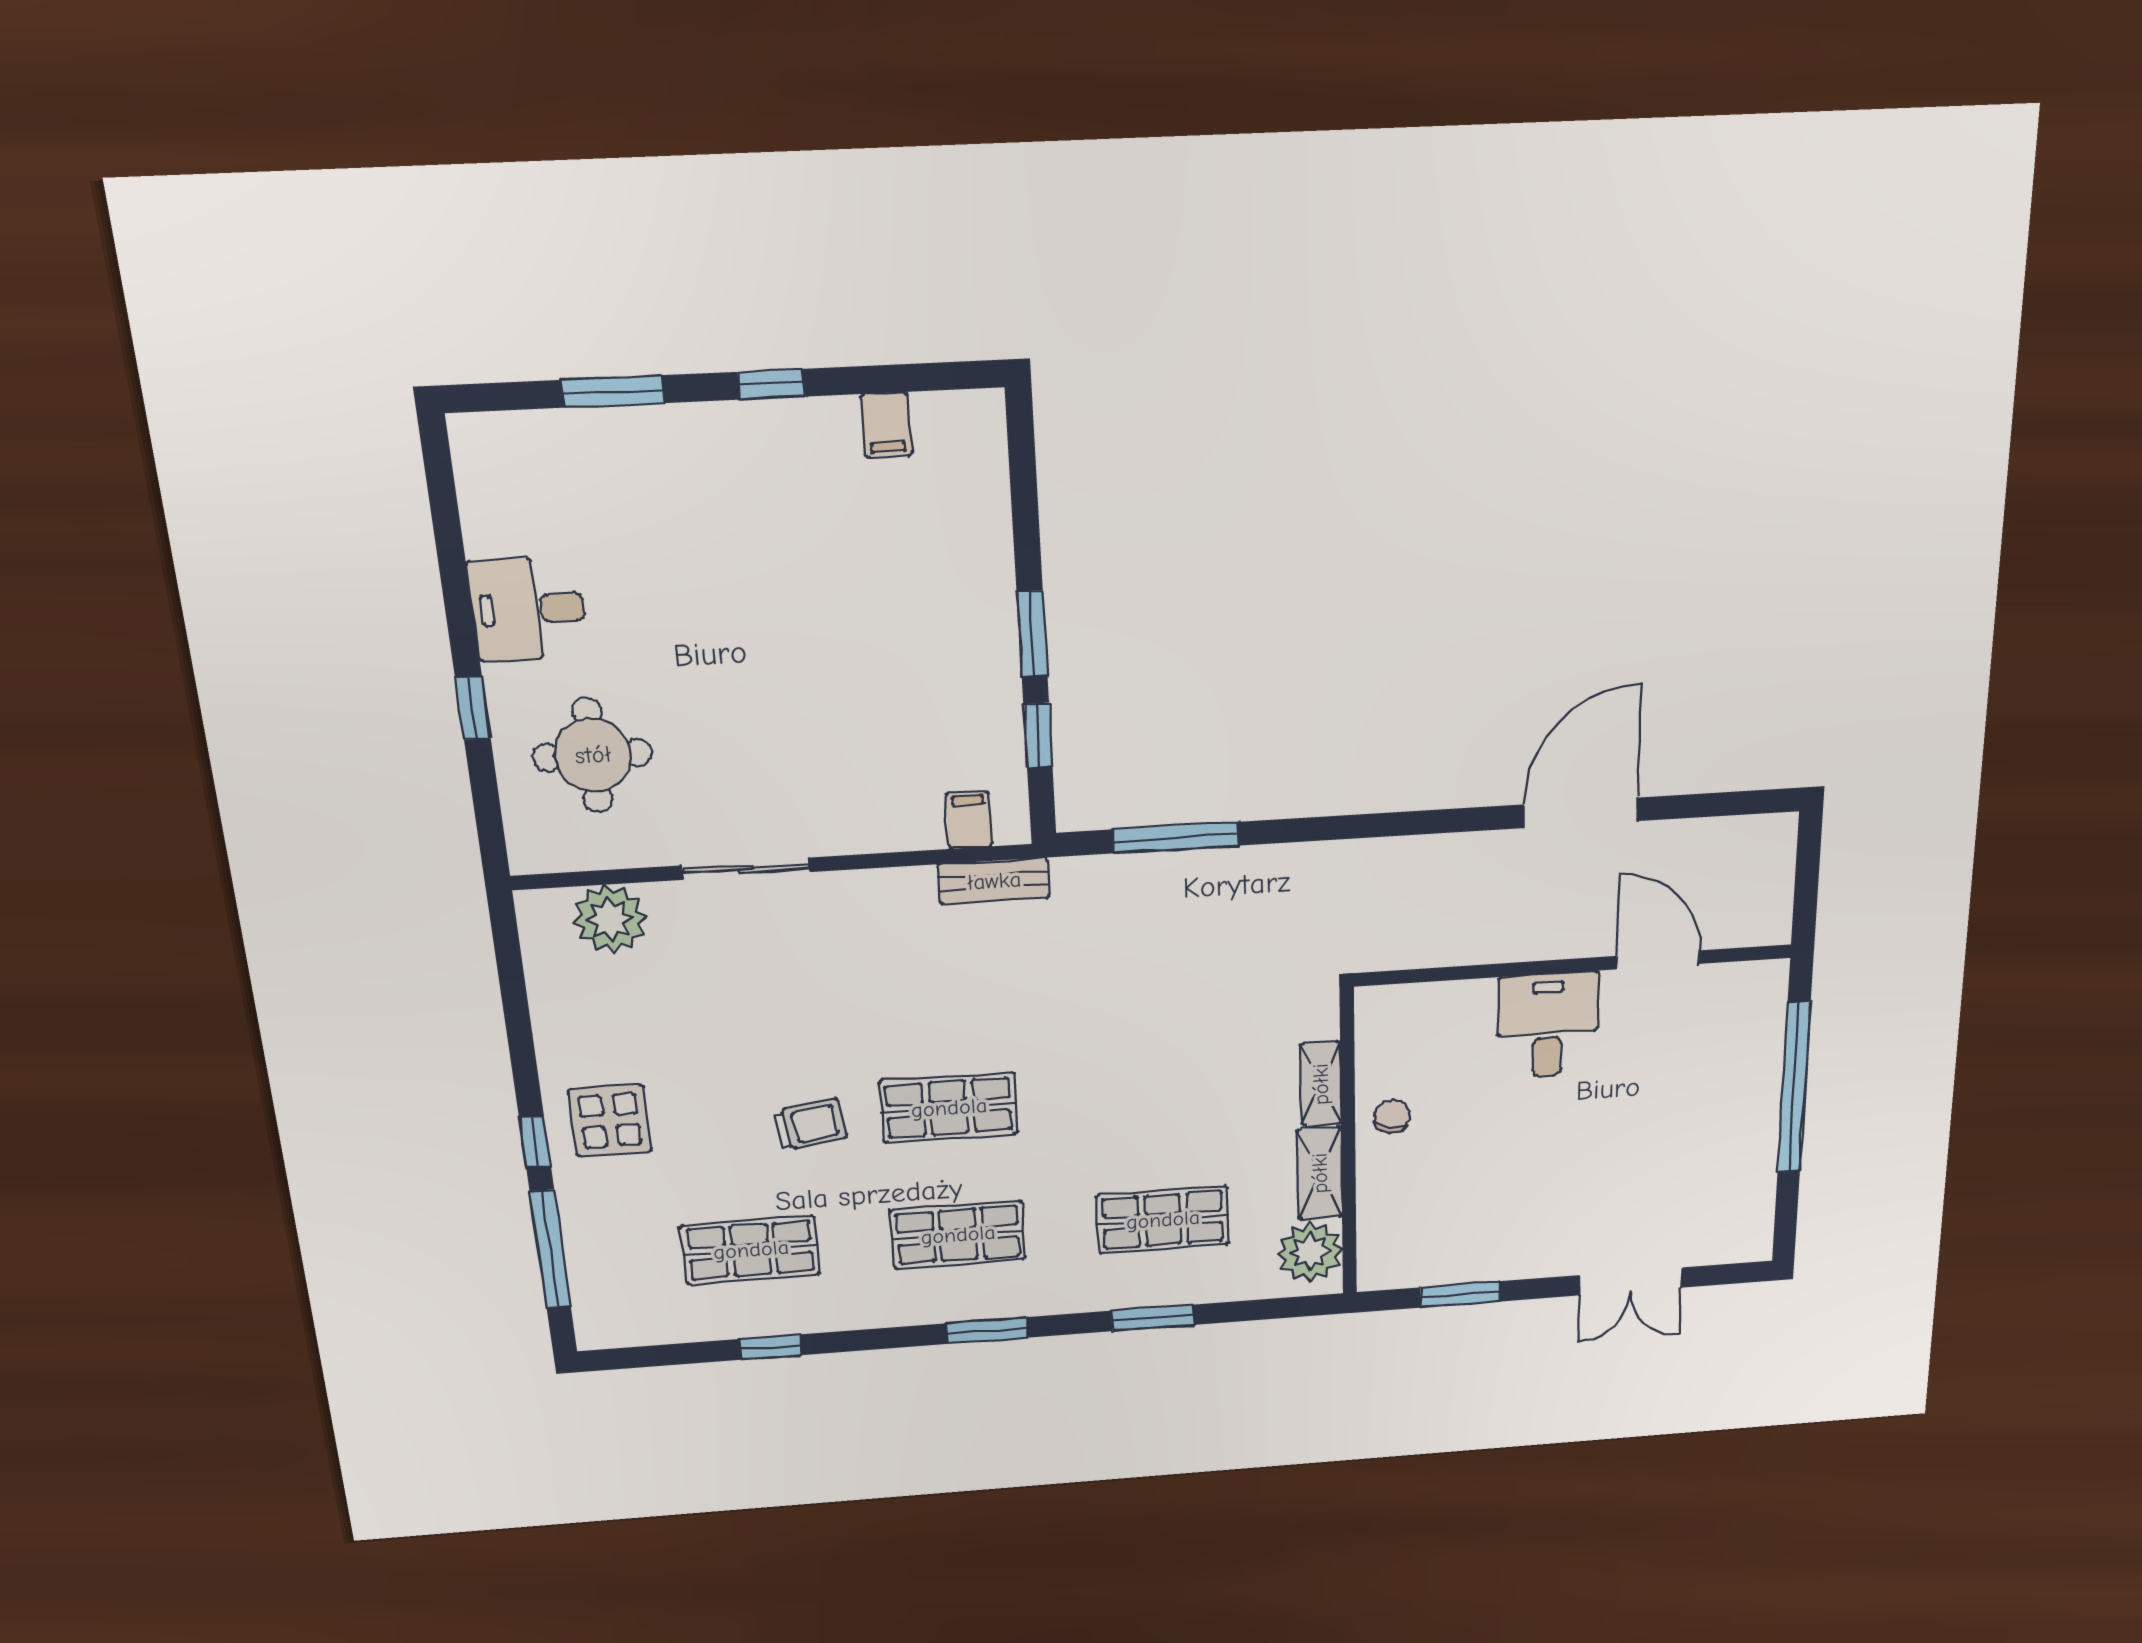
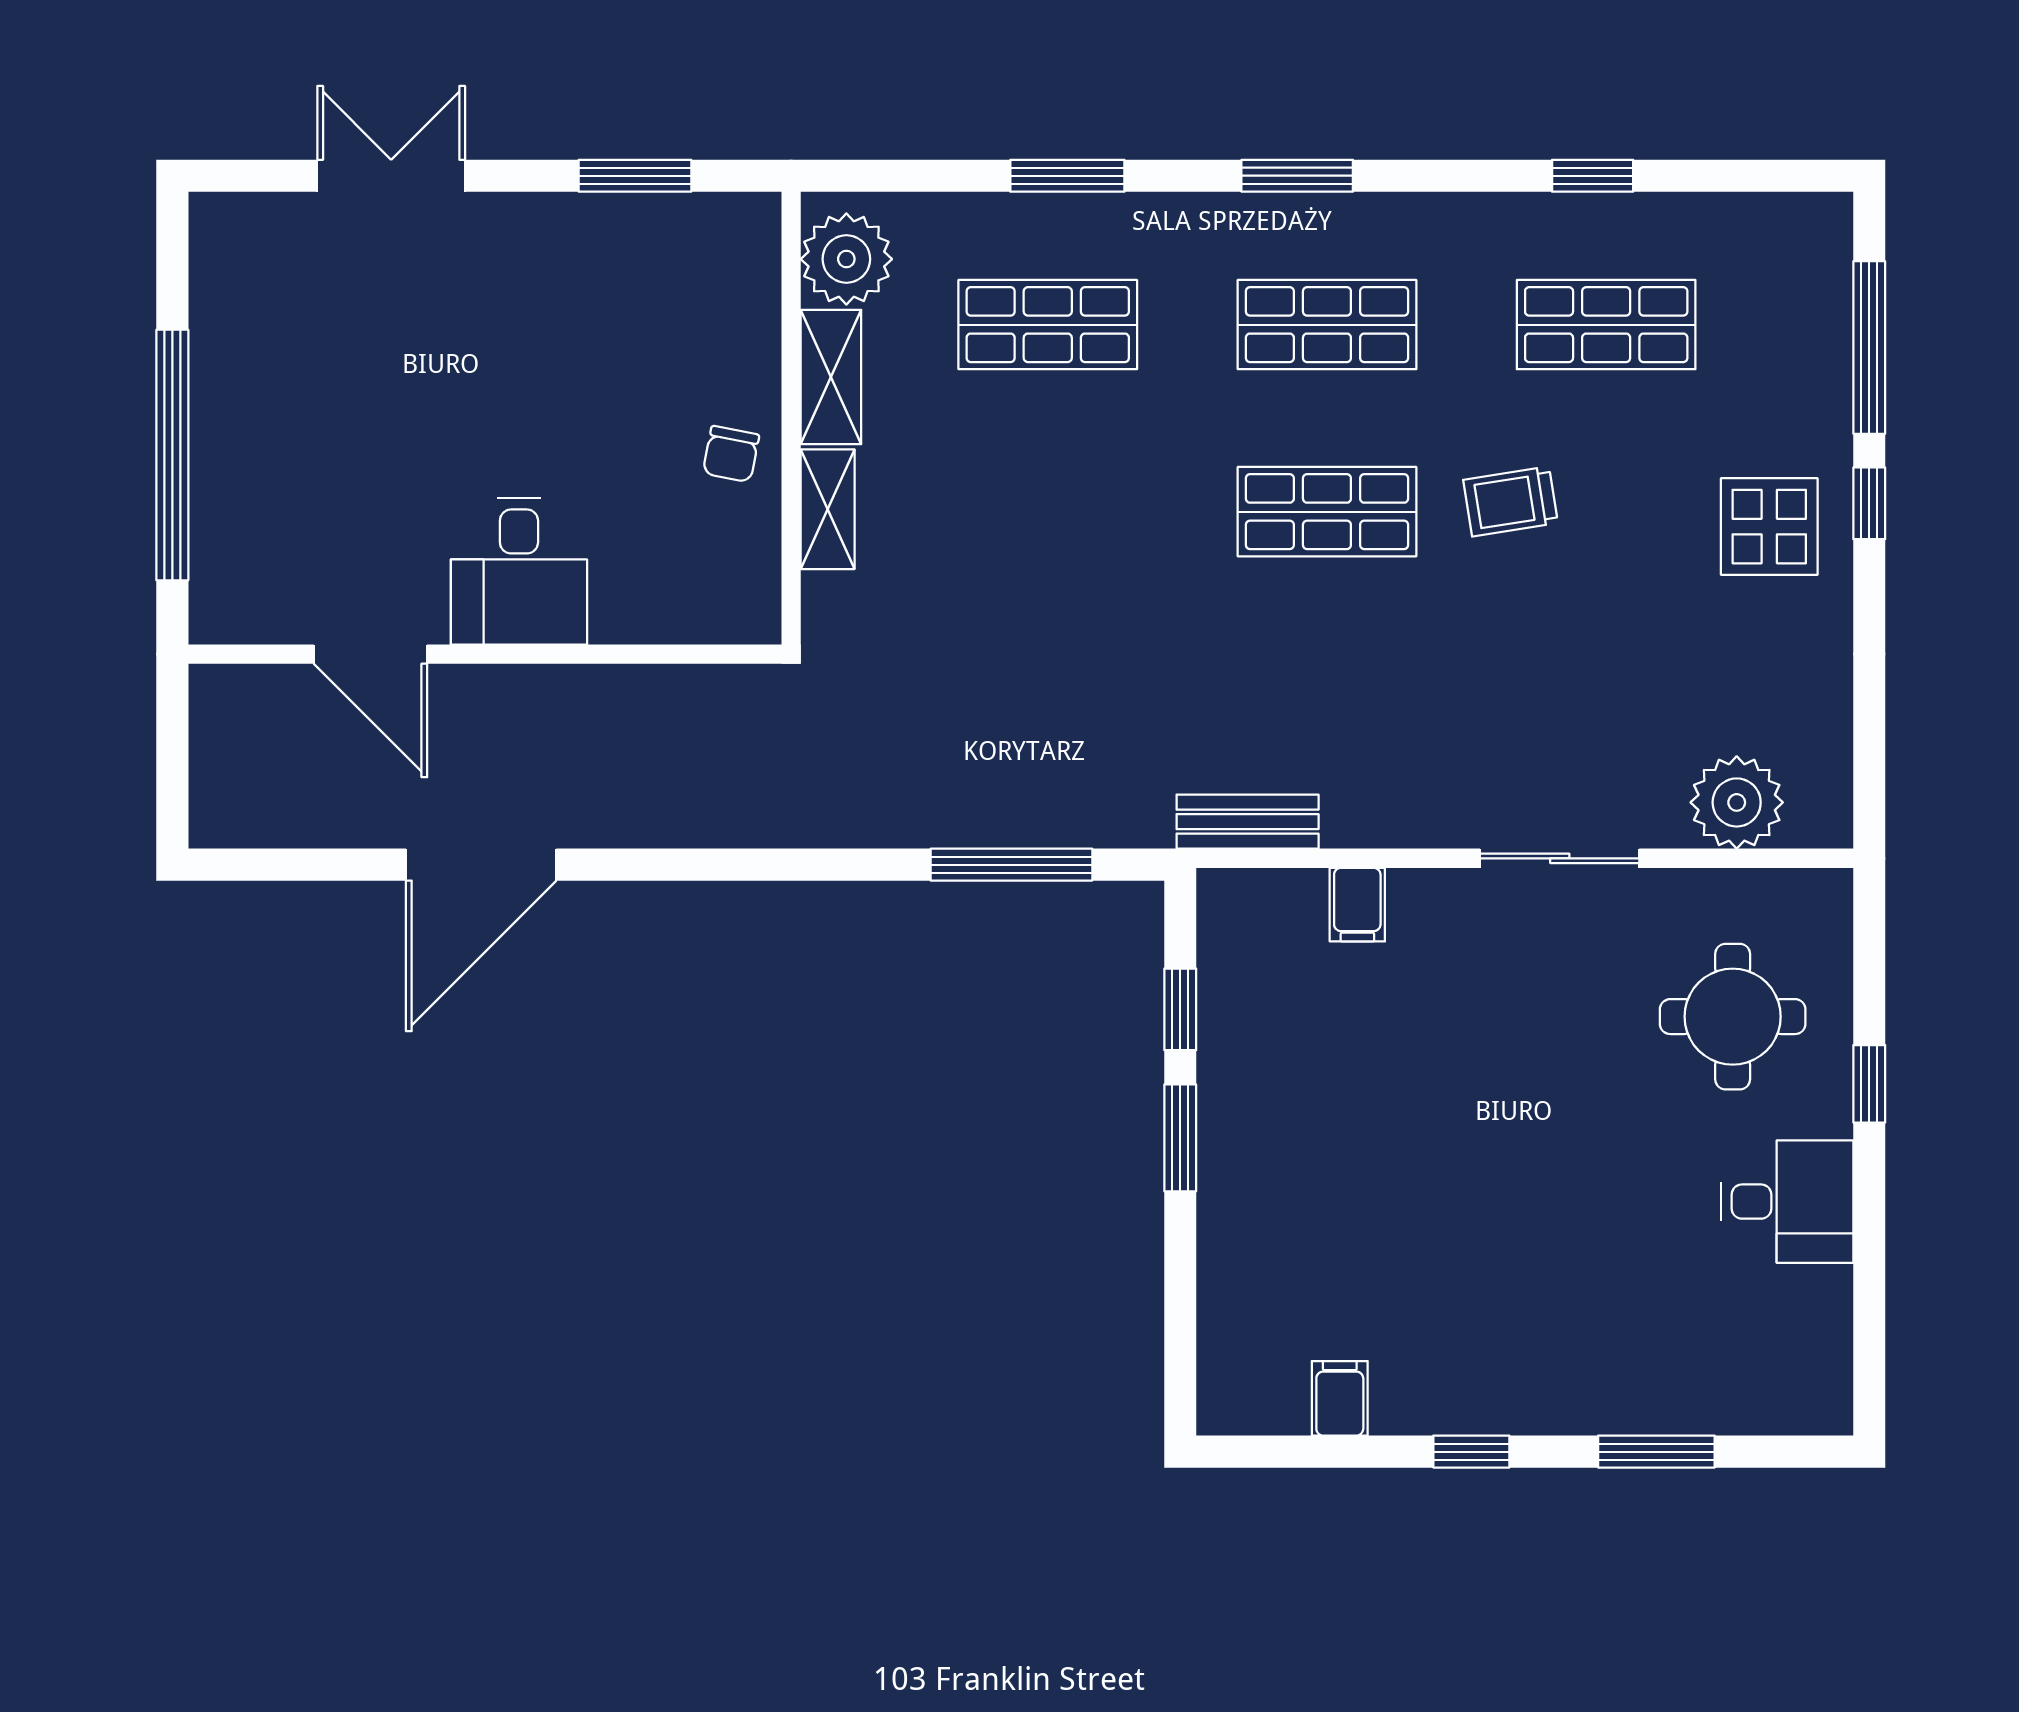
filing cabinet: (969, 820) -> (1357, 905), moved

